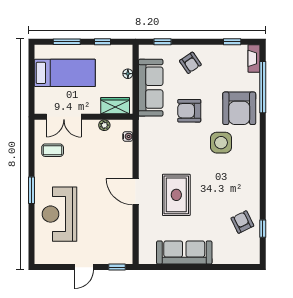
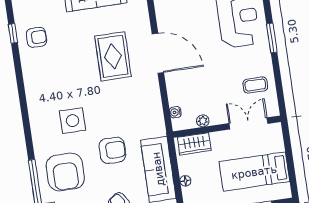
armchair: (239, 108) -> (65, 172), moved, turned 180
door: (136, 192) -> (158, 53), width x1.36
armchair: (242, 222) -> (36, 37), turned -64

